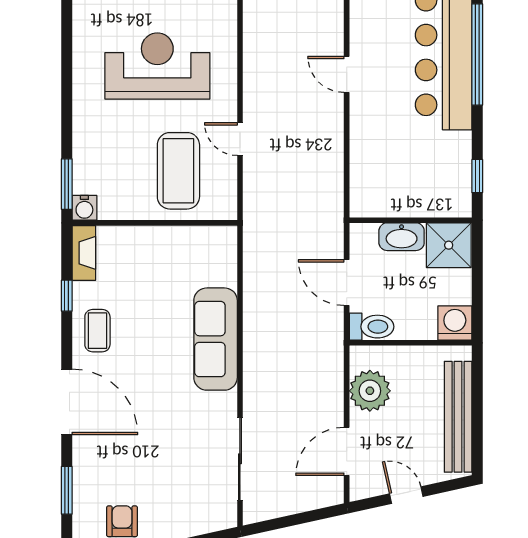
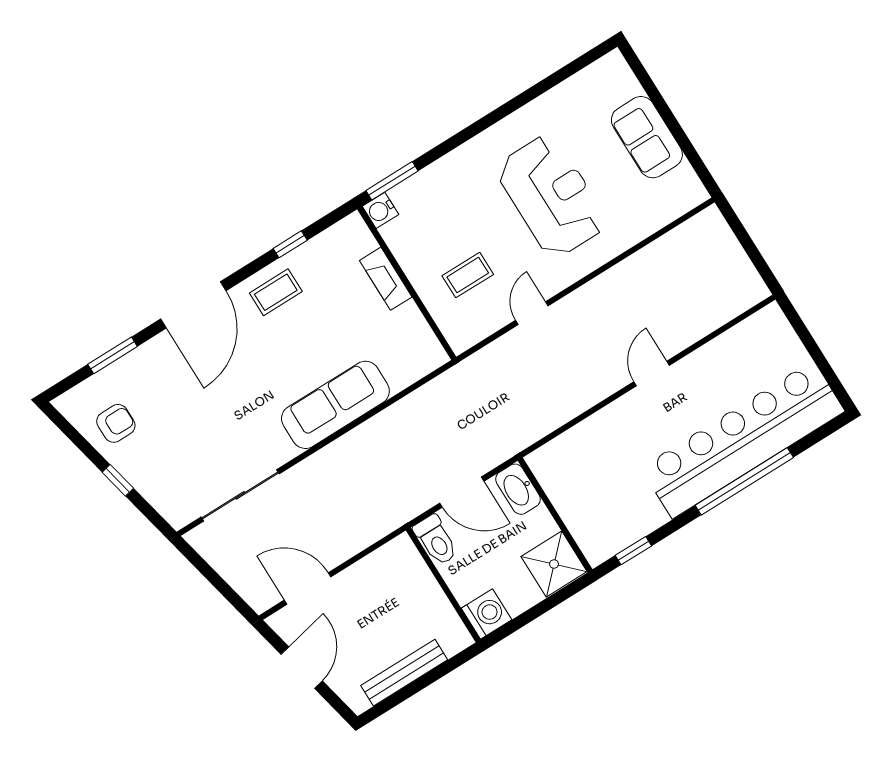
coffee table: (178, 171) -> (468, 275), width x0.54, depth x0.58
washbasin: (402, 237) -> (518, 489), moved
fireplace: (84, 253) -> (386, 279), moved, turned 90
door: (347, 283) -> (462, 492), swing flipped
plant: (370, 391) -> (376, 575), removed
bench: (458, 417) -> (404, 673), width x0.73, depth x0.82
door: (406, 495) -> (302, 668), width x1.38

